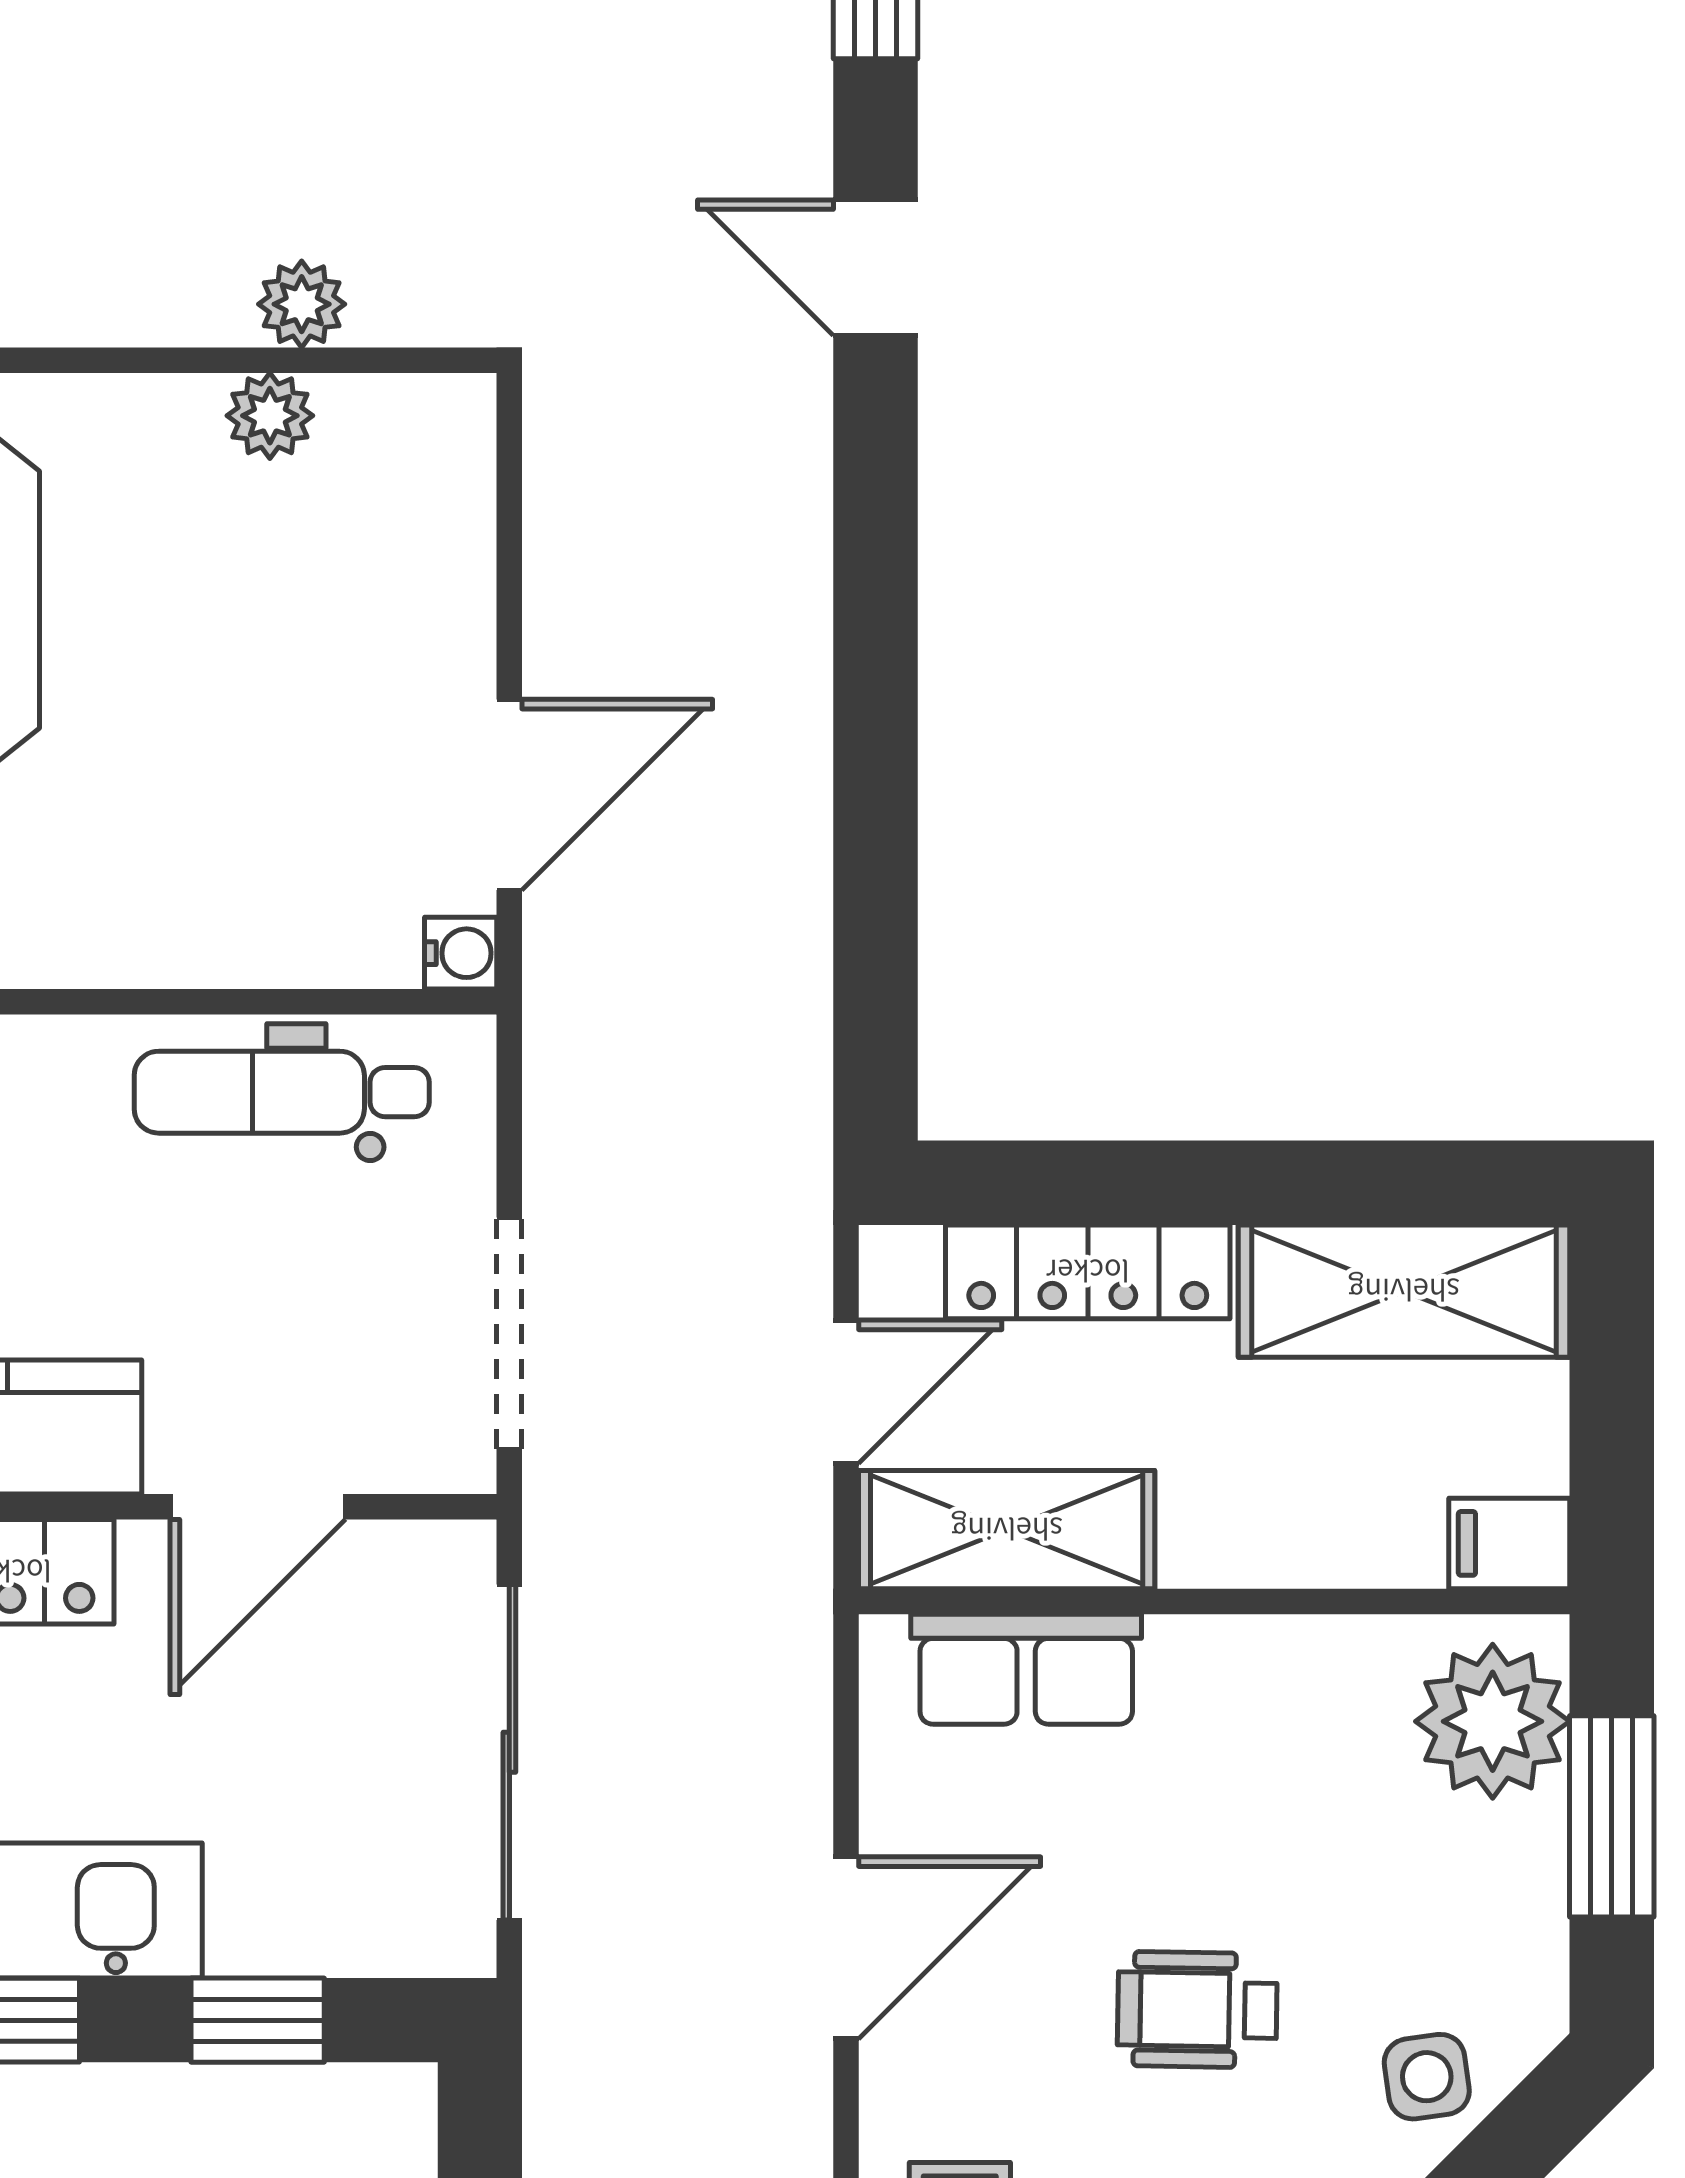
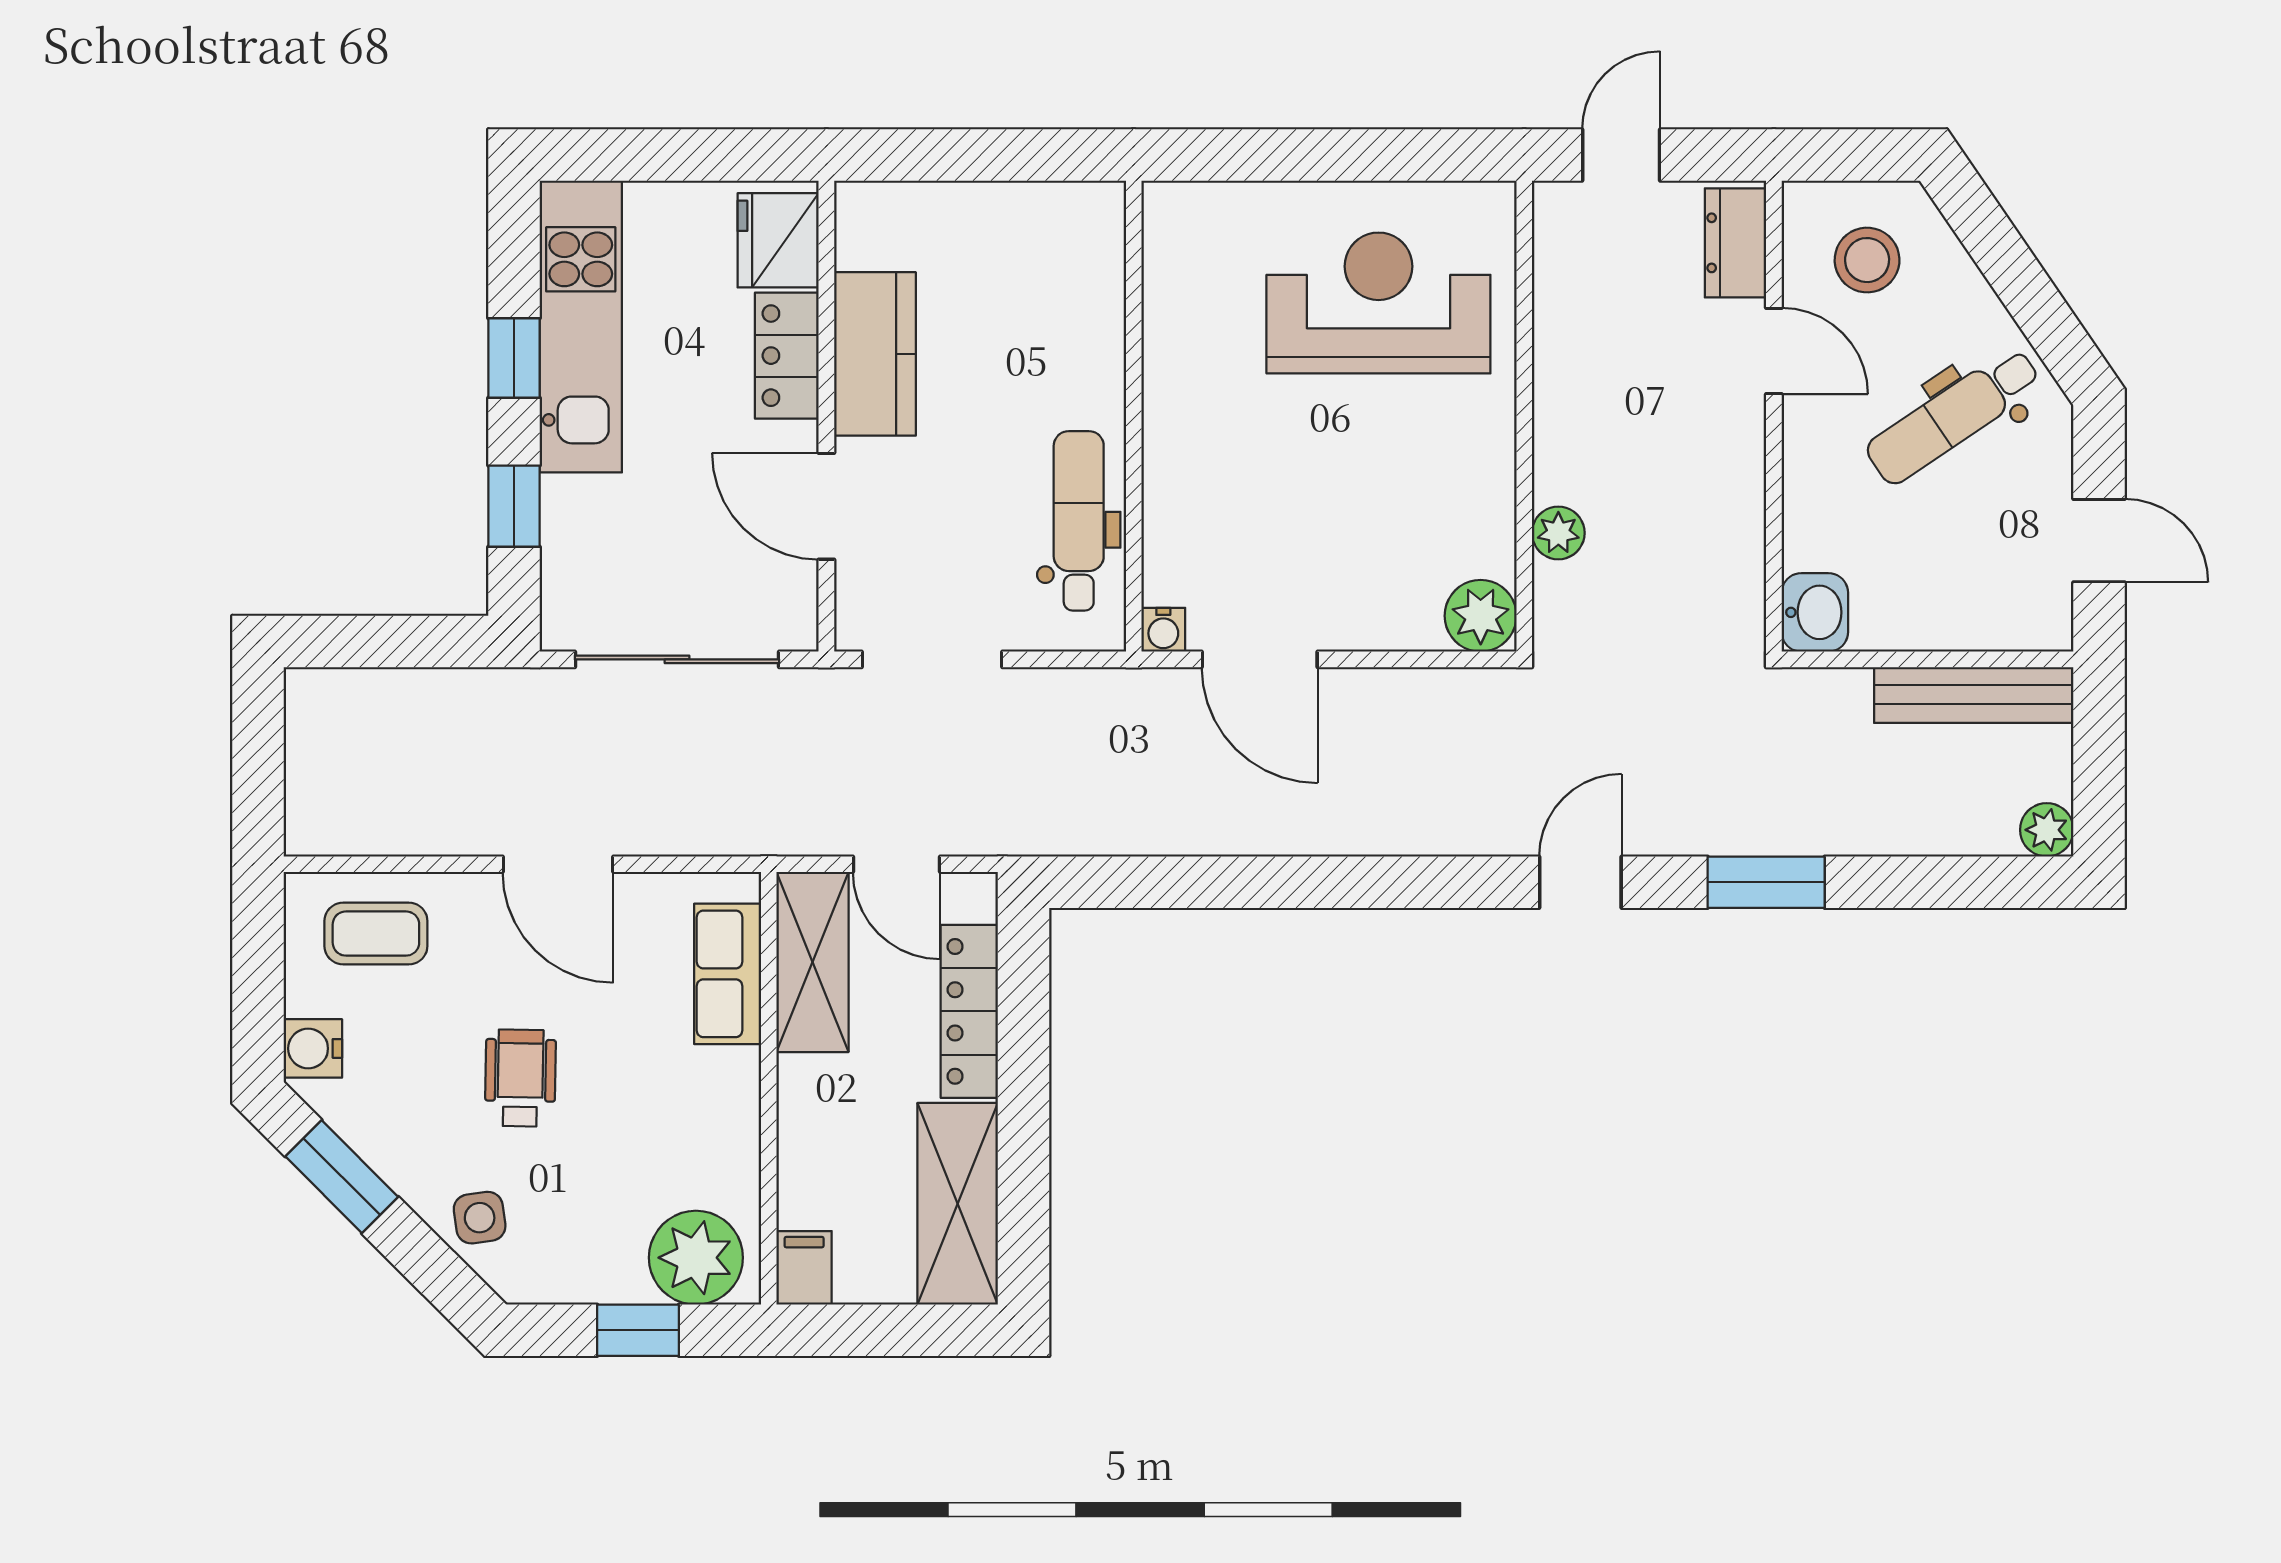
plant: (270, 416) -> (1481, 616), moved, width x1.38, depth x1.38
window: (1612, 1816) -> (638, 1330), width x0.67

